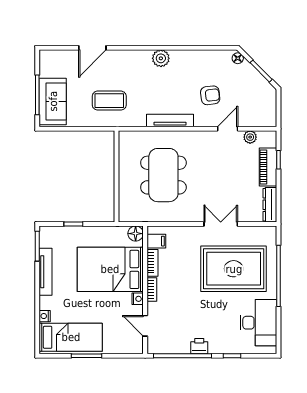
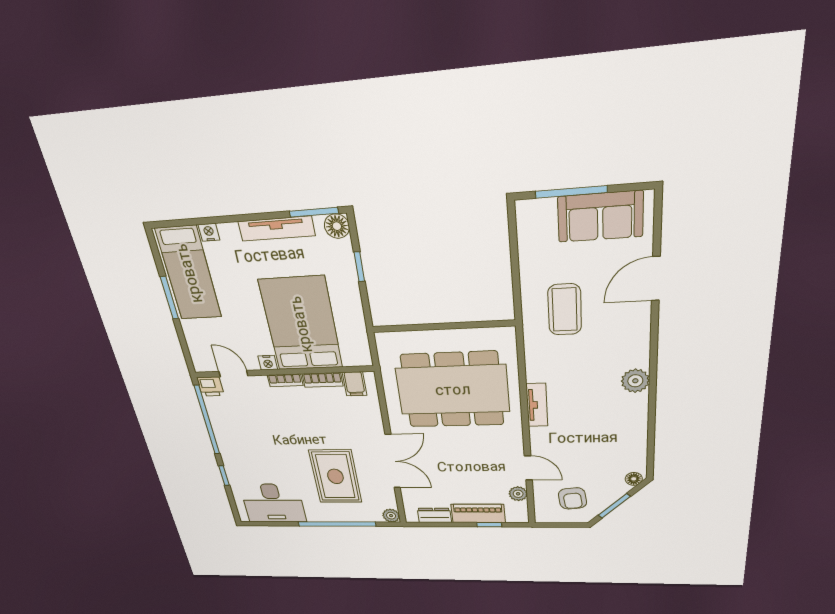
door: (92, 48) -> (656, 279), hinge flipped
armchair: (210, 95) -> (572, 498), moved
sofa: (53, 101) -> (600, 217), moved
tv unit: (170, 120) -> (537, 405), width x0.71
dining table: (163, 175) -> (453, 390), width x1.36, depth x1.24
dresser: (270, 205) -> (434, 515), width x0.70
double door: (221, 224) -> (393, 461), width x1.37
plant: (270, 232) -> (391, 516), added
floor lamp: (136, 234) -> (337, 226), moved
rug: (234, 269) -> (335, 476), width x0.73, depth x0.69
door: (145, 326) -> (233, 374), hinge flipped
printer: (199, 346) -> (210, 386), moved, turned 90

